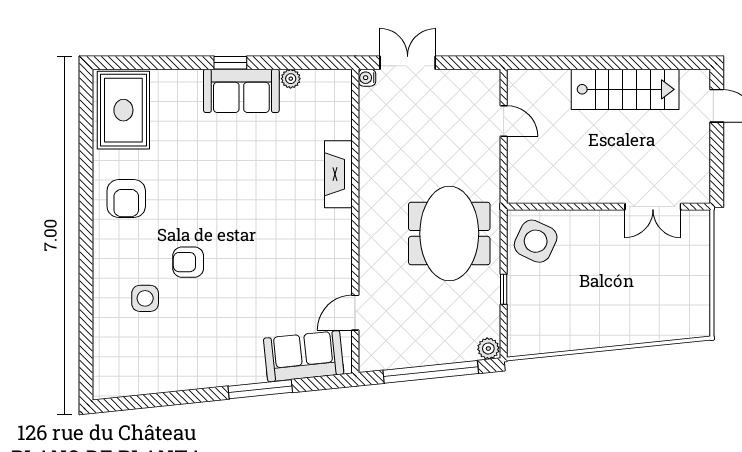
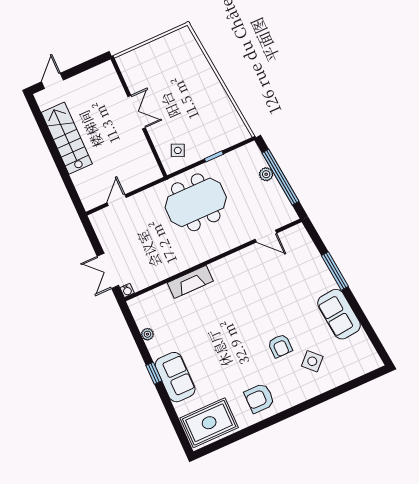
sofa: (241, 91) -> (175, 377), moved
armchair: (126, 199) -> (259, 398), turned 180
double door: (653, 207) -> (137, 112), moved
side table: (536, 241) -> (178, 150), width x0.54, depth x0.54
side table: (145, 298) -> (312, 361), turned 45
plant: (488, 348) -> (266, 174), moved
sofa: (304, 356) -> (339, 314), moved

